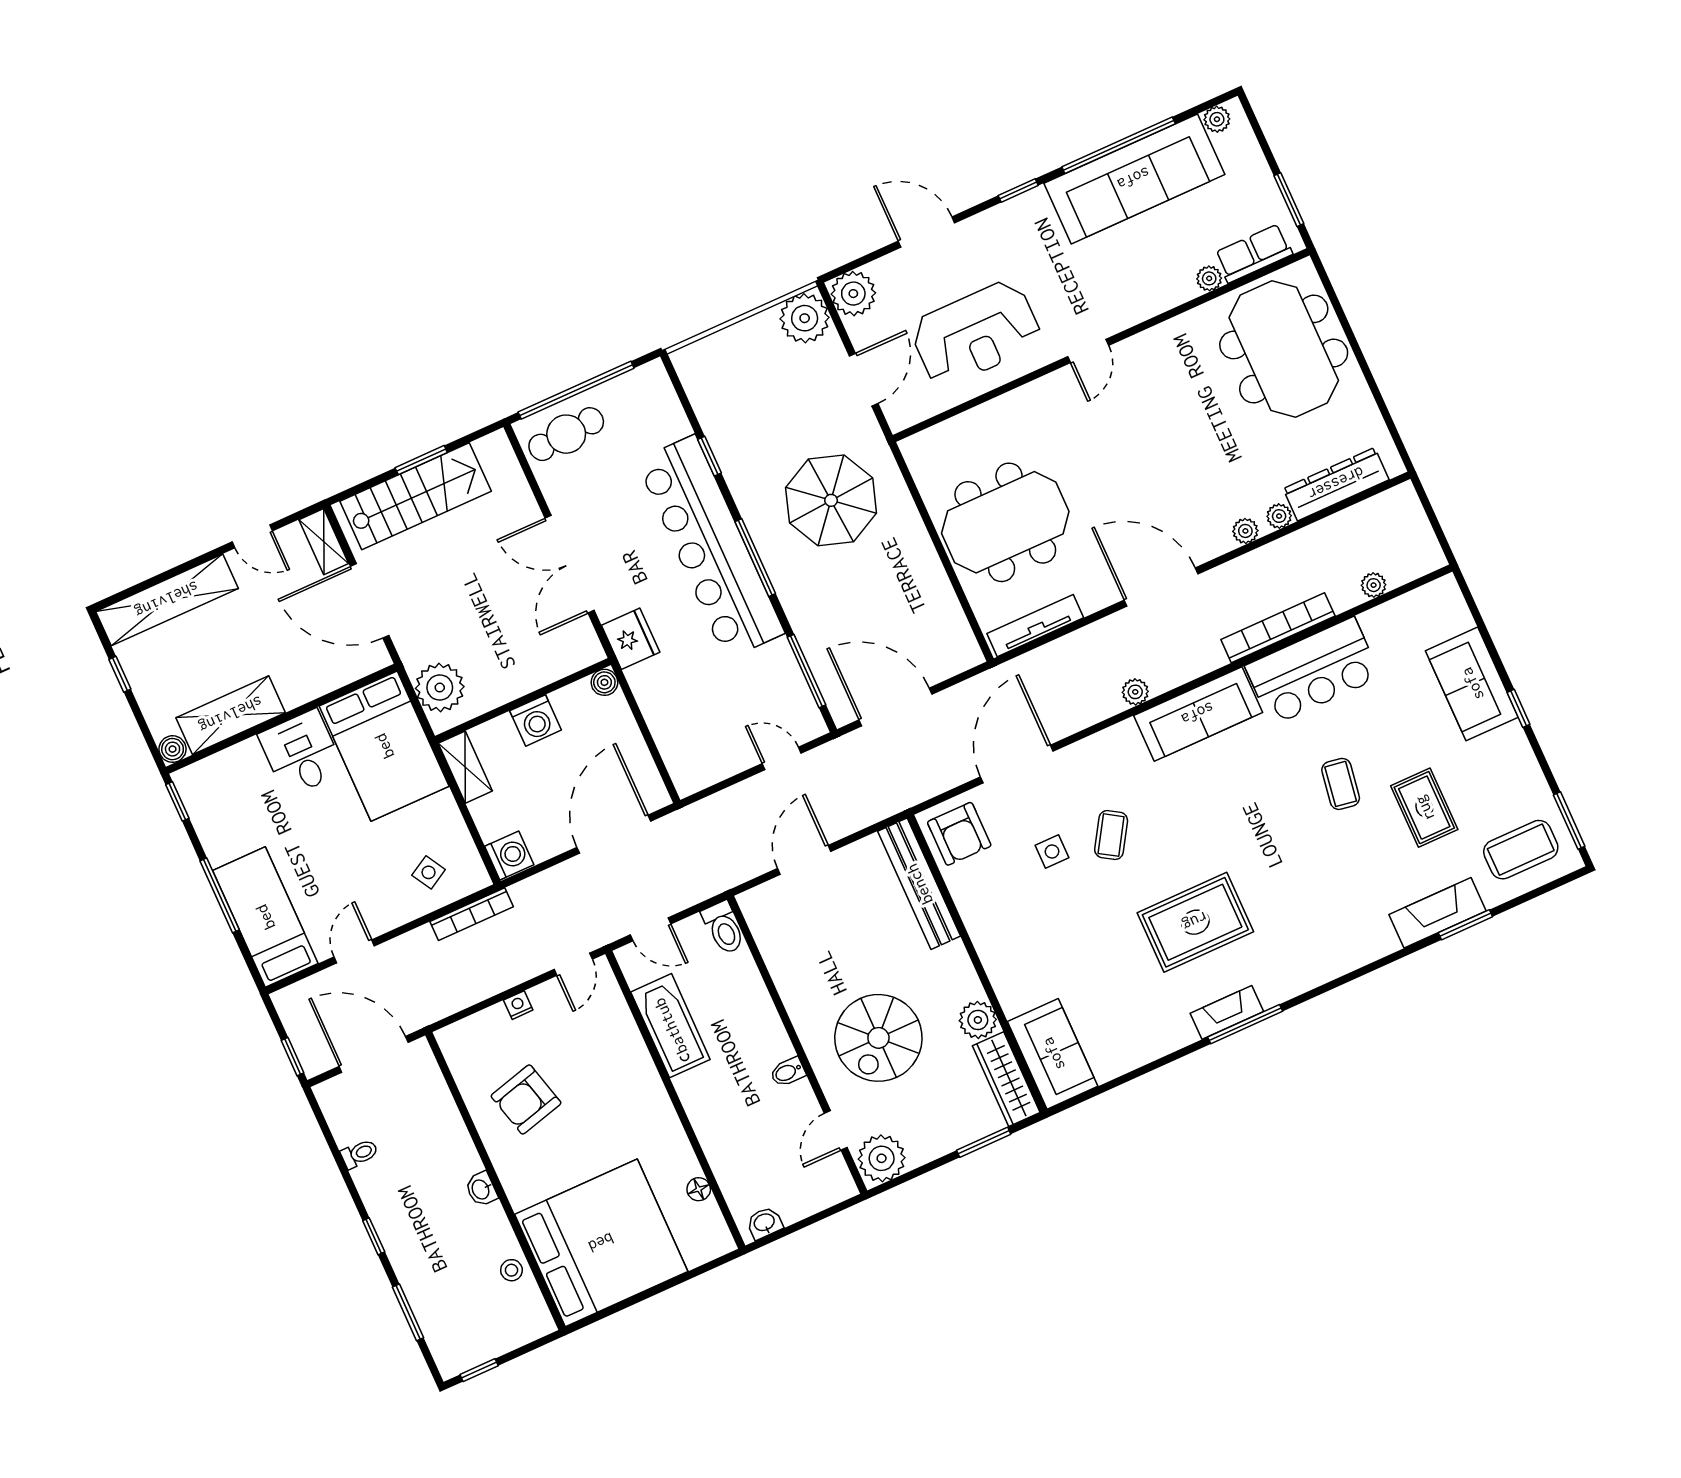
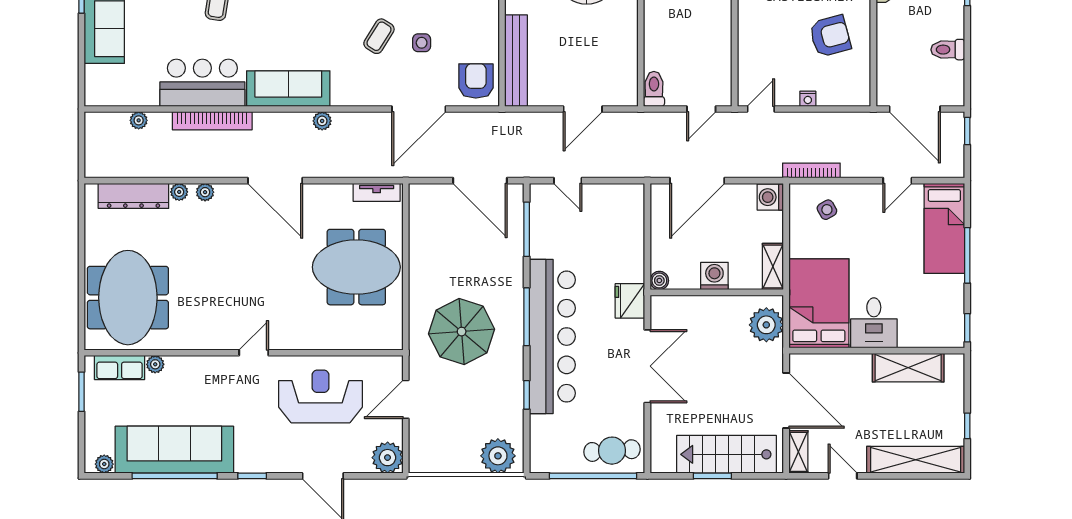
plant: (805, 318) -> (498, 456), moved
tv unit: (1035, 626) -> (377, 192), width x0.71
boiler: (173, 749) -> (955, 363), removed
door: (650, 929) -> (701, 109), swing flipped
bathtub: (670, 1026) -> (716, 42), removed
toilet: (359, 1154) -> (948, 50), width x1.37, depth x1.39

